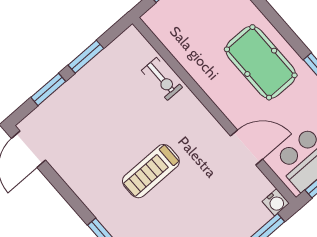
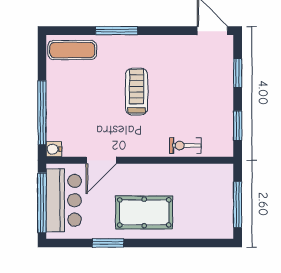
window: (86, 57) -> (238, 126), moved

